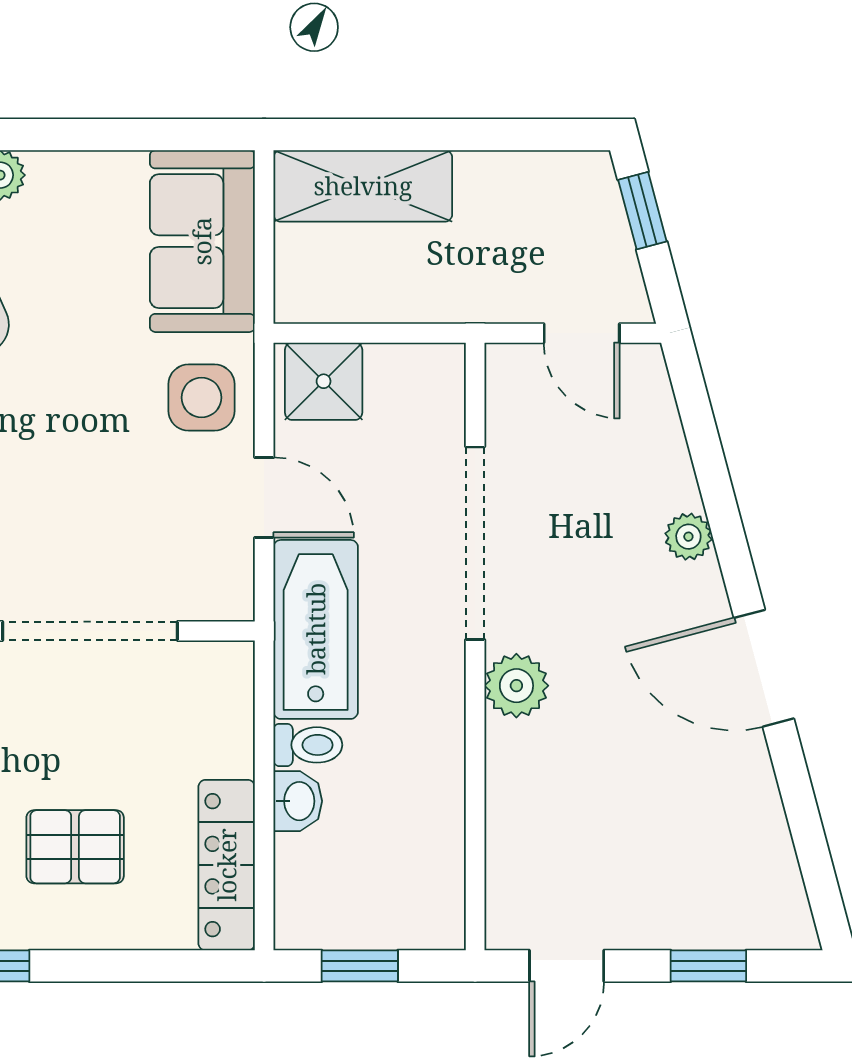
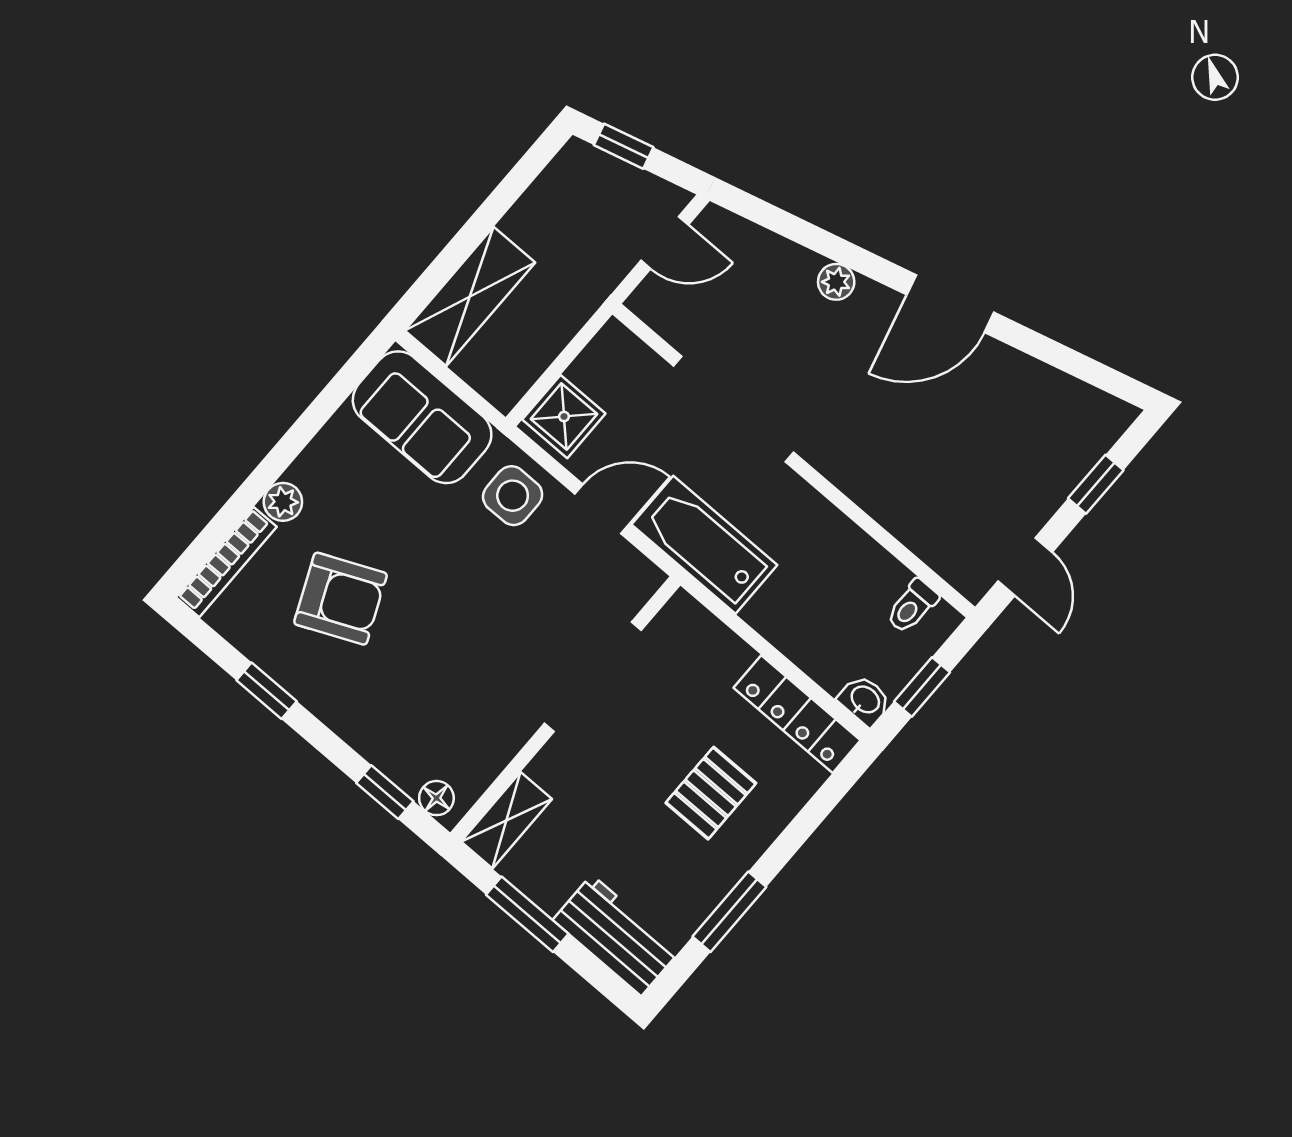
plant: (516, 686) -> (837, 456), removed
toilet: (308, 745) -> (912, 606), moved, turned 180
washbasin: (298, 801) -> (865, 700), moved

